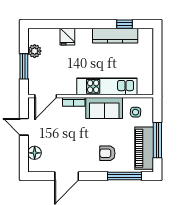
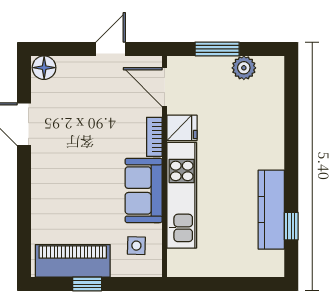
fridge: (67, 37) -> (182, 128), moved, turned 180
window: (157, 140) -> (87, 284), width x0.46
floor lamp: (35, 153) -> (44, 68), moved
armchair: (107, 153) -> (64, 196), removed
window: (125, 176) -> (24, 226), removed

